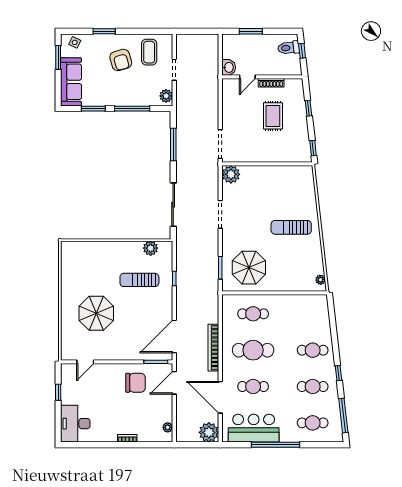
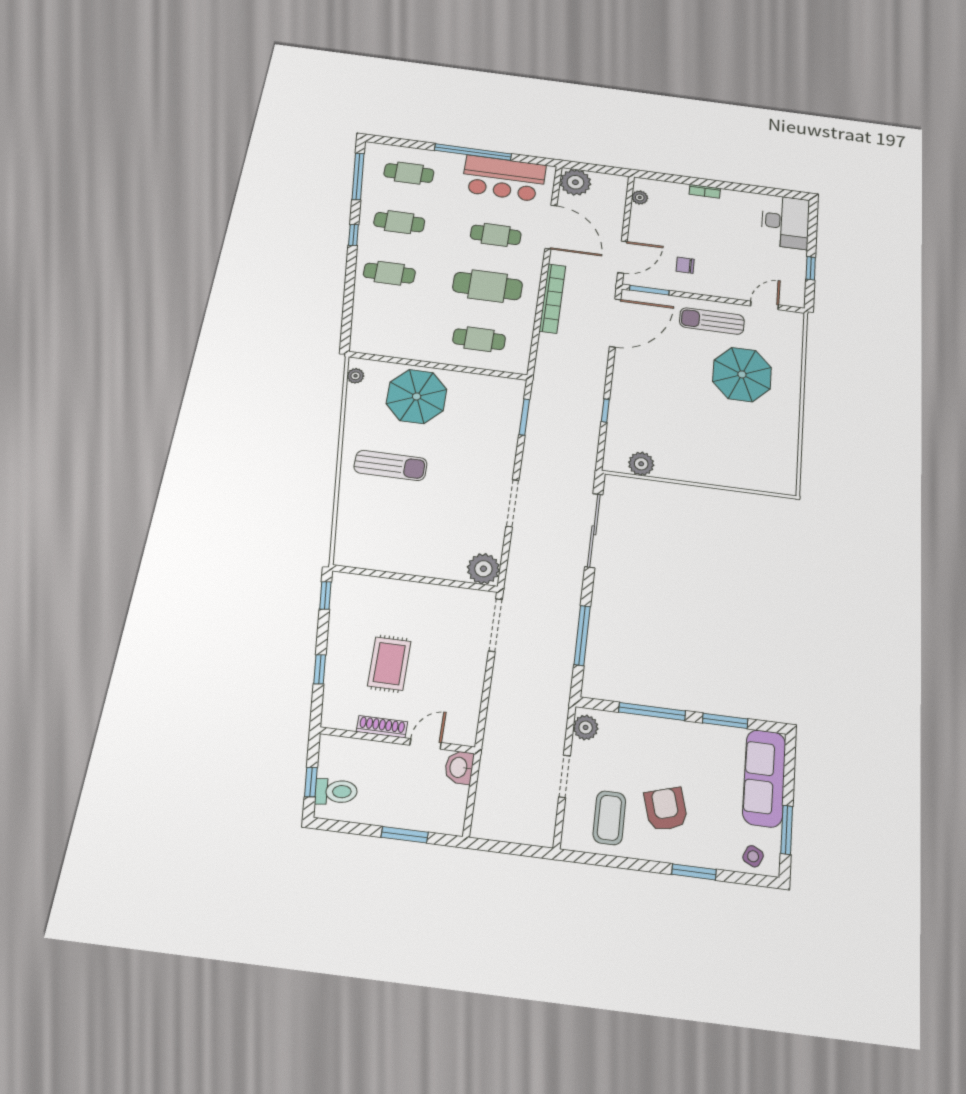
parasol: (249, 268) -> (417, 396), moved
sun lounger: (139, 280) -> (712, 321), moved, turned 180
chair: (135, 383) -> (685, 265), width x0.54, depth x0.54

